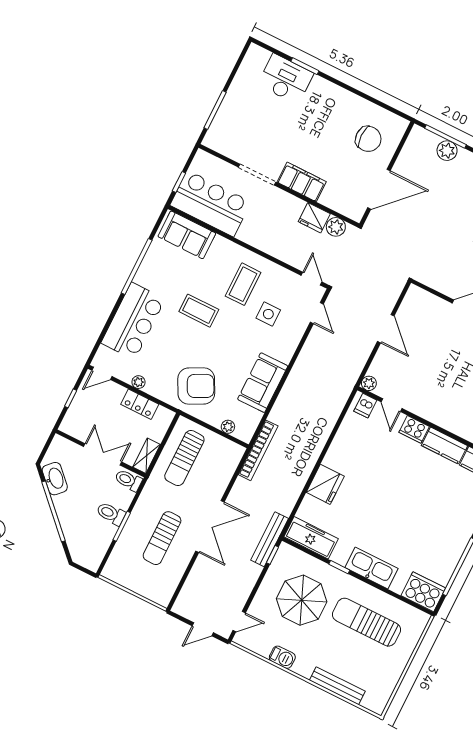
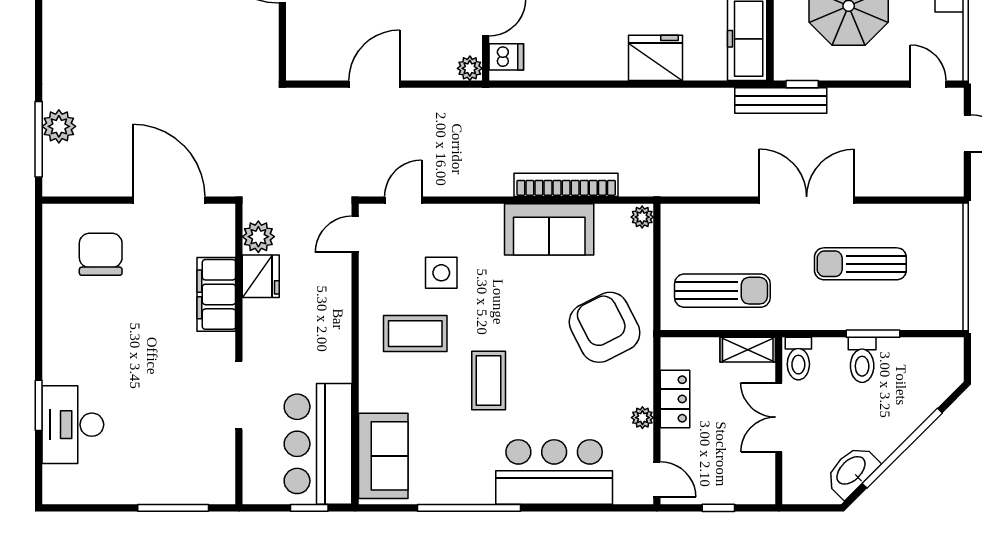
filing cabinet: (302, 182) -> (216, 294), moved
plant: (228, 427) -> (642, 217), moved
bookcase: (258, 450) -> (566, 185), moved
sun lounger: (162, 538) -> (860, 264), turned 180

